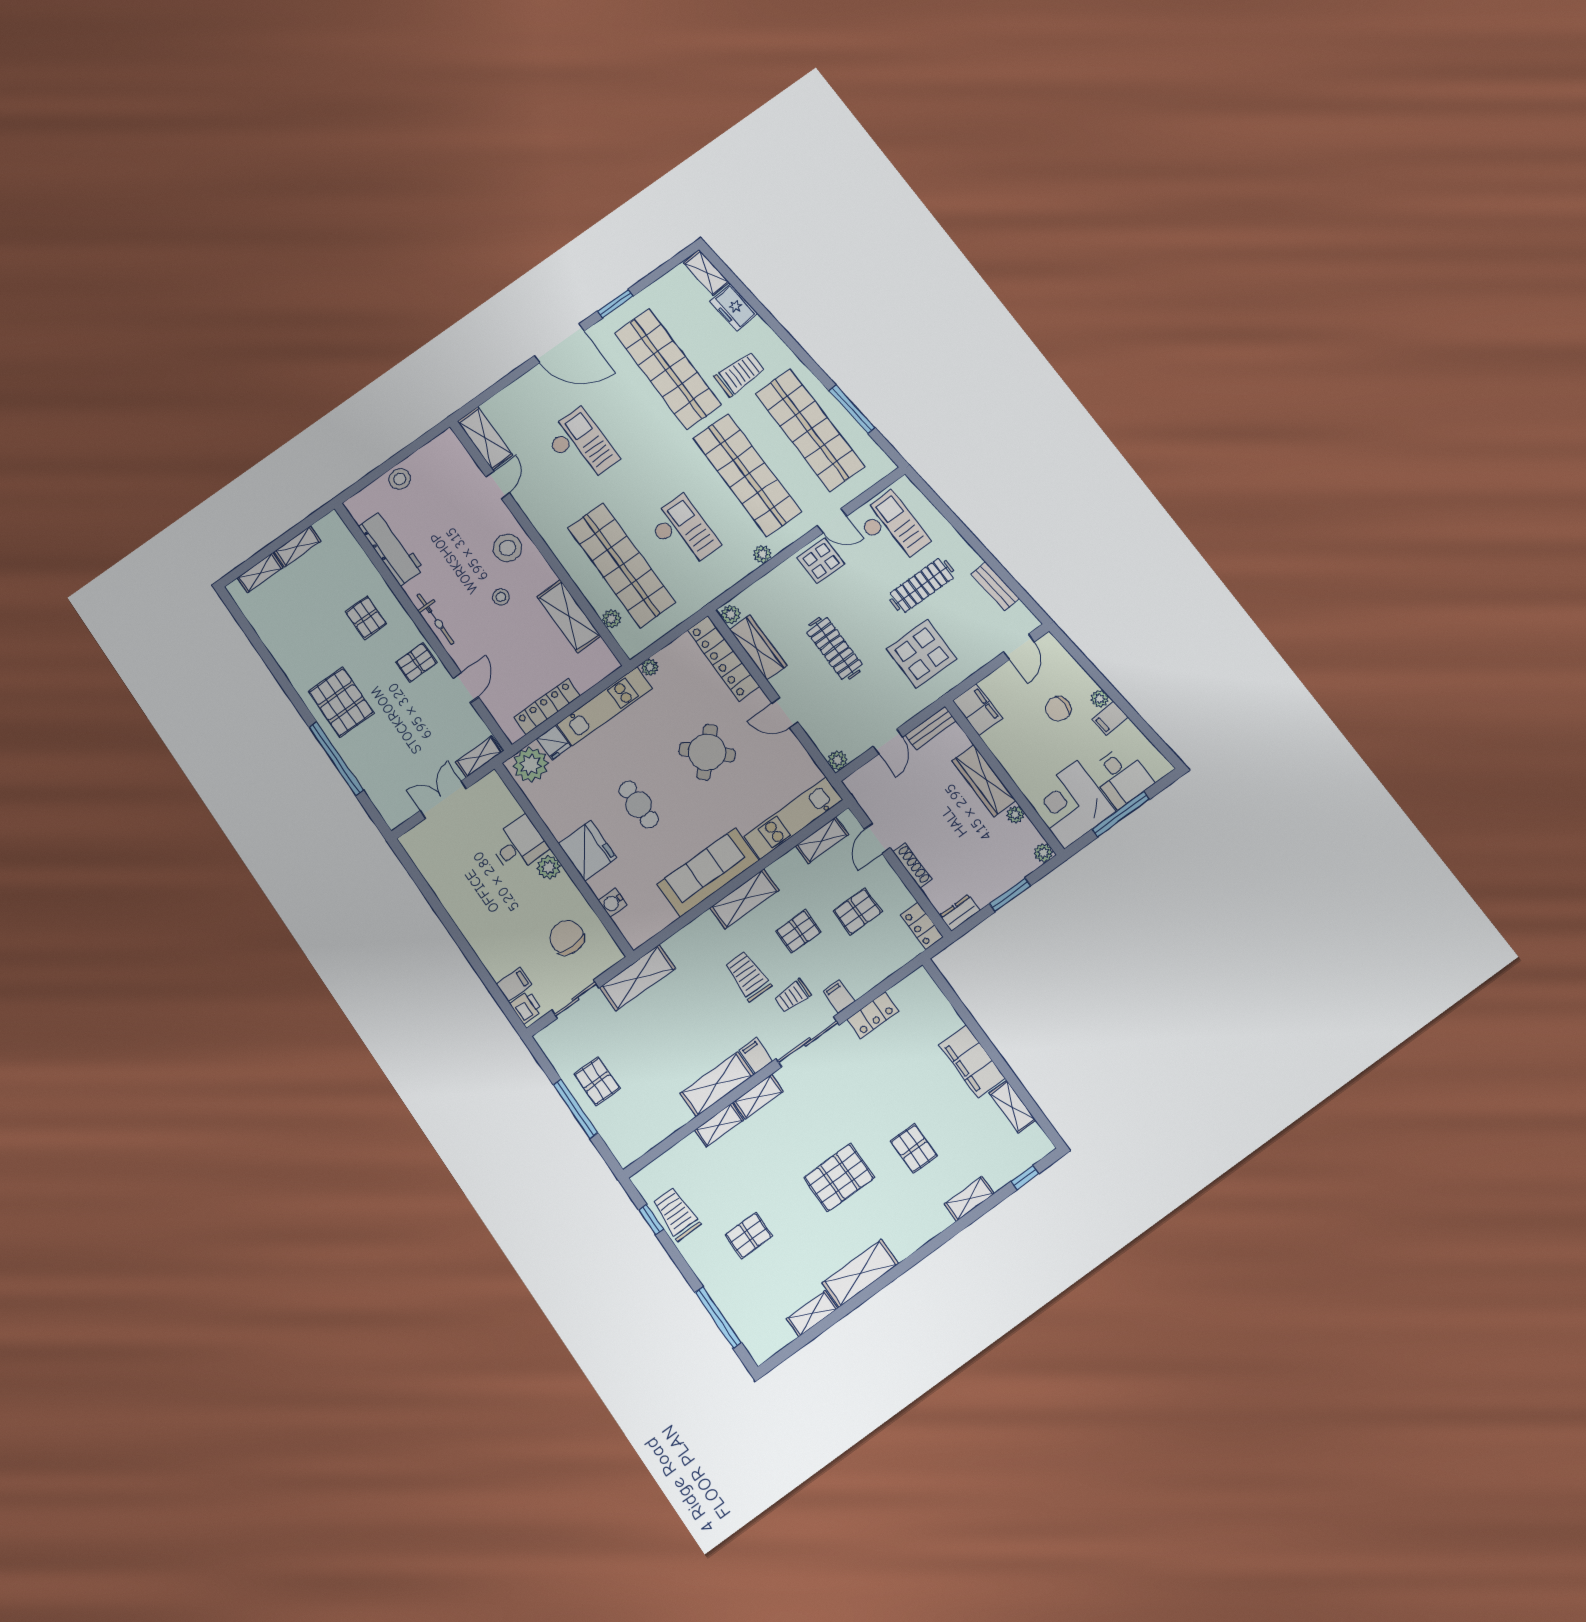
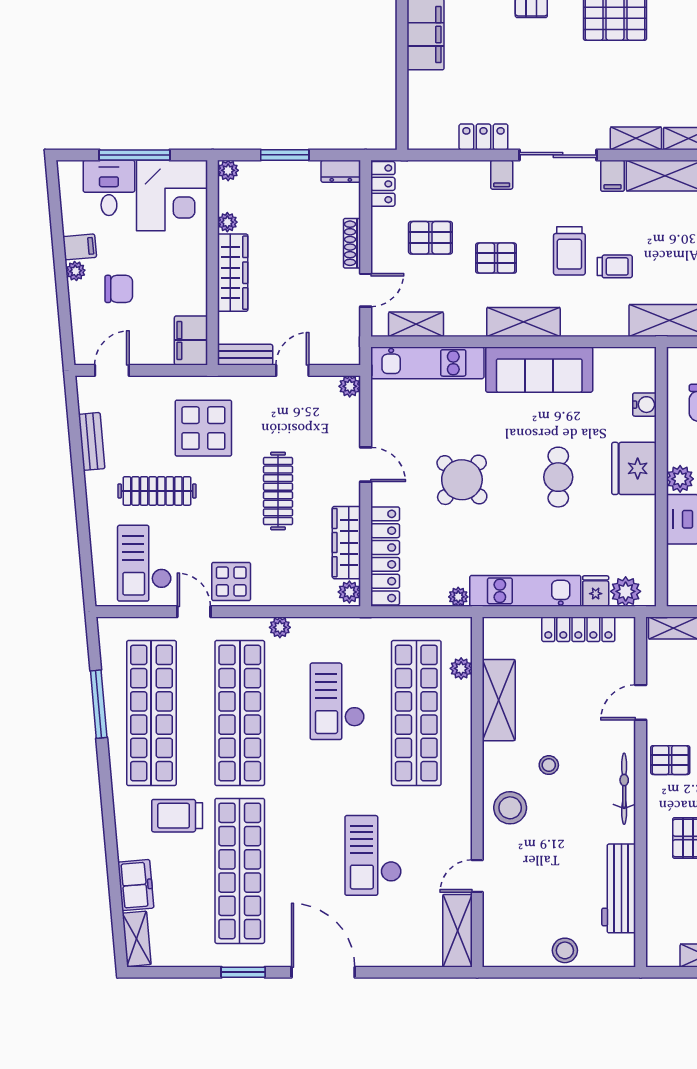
plant: (530, 765) -> (626, 591), width x0.73, depth x0.73
trolley: (793, 996) -> (615, 266), moved

